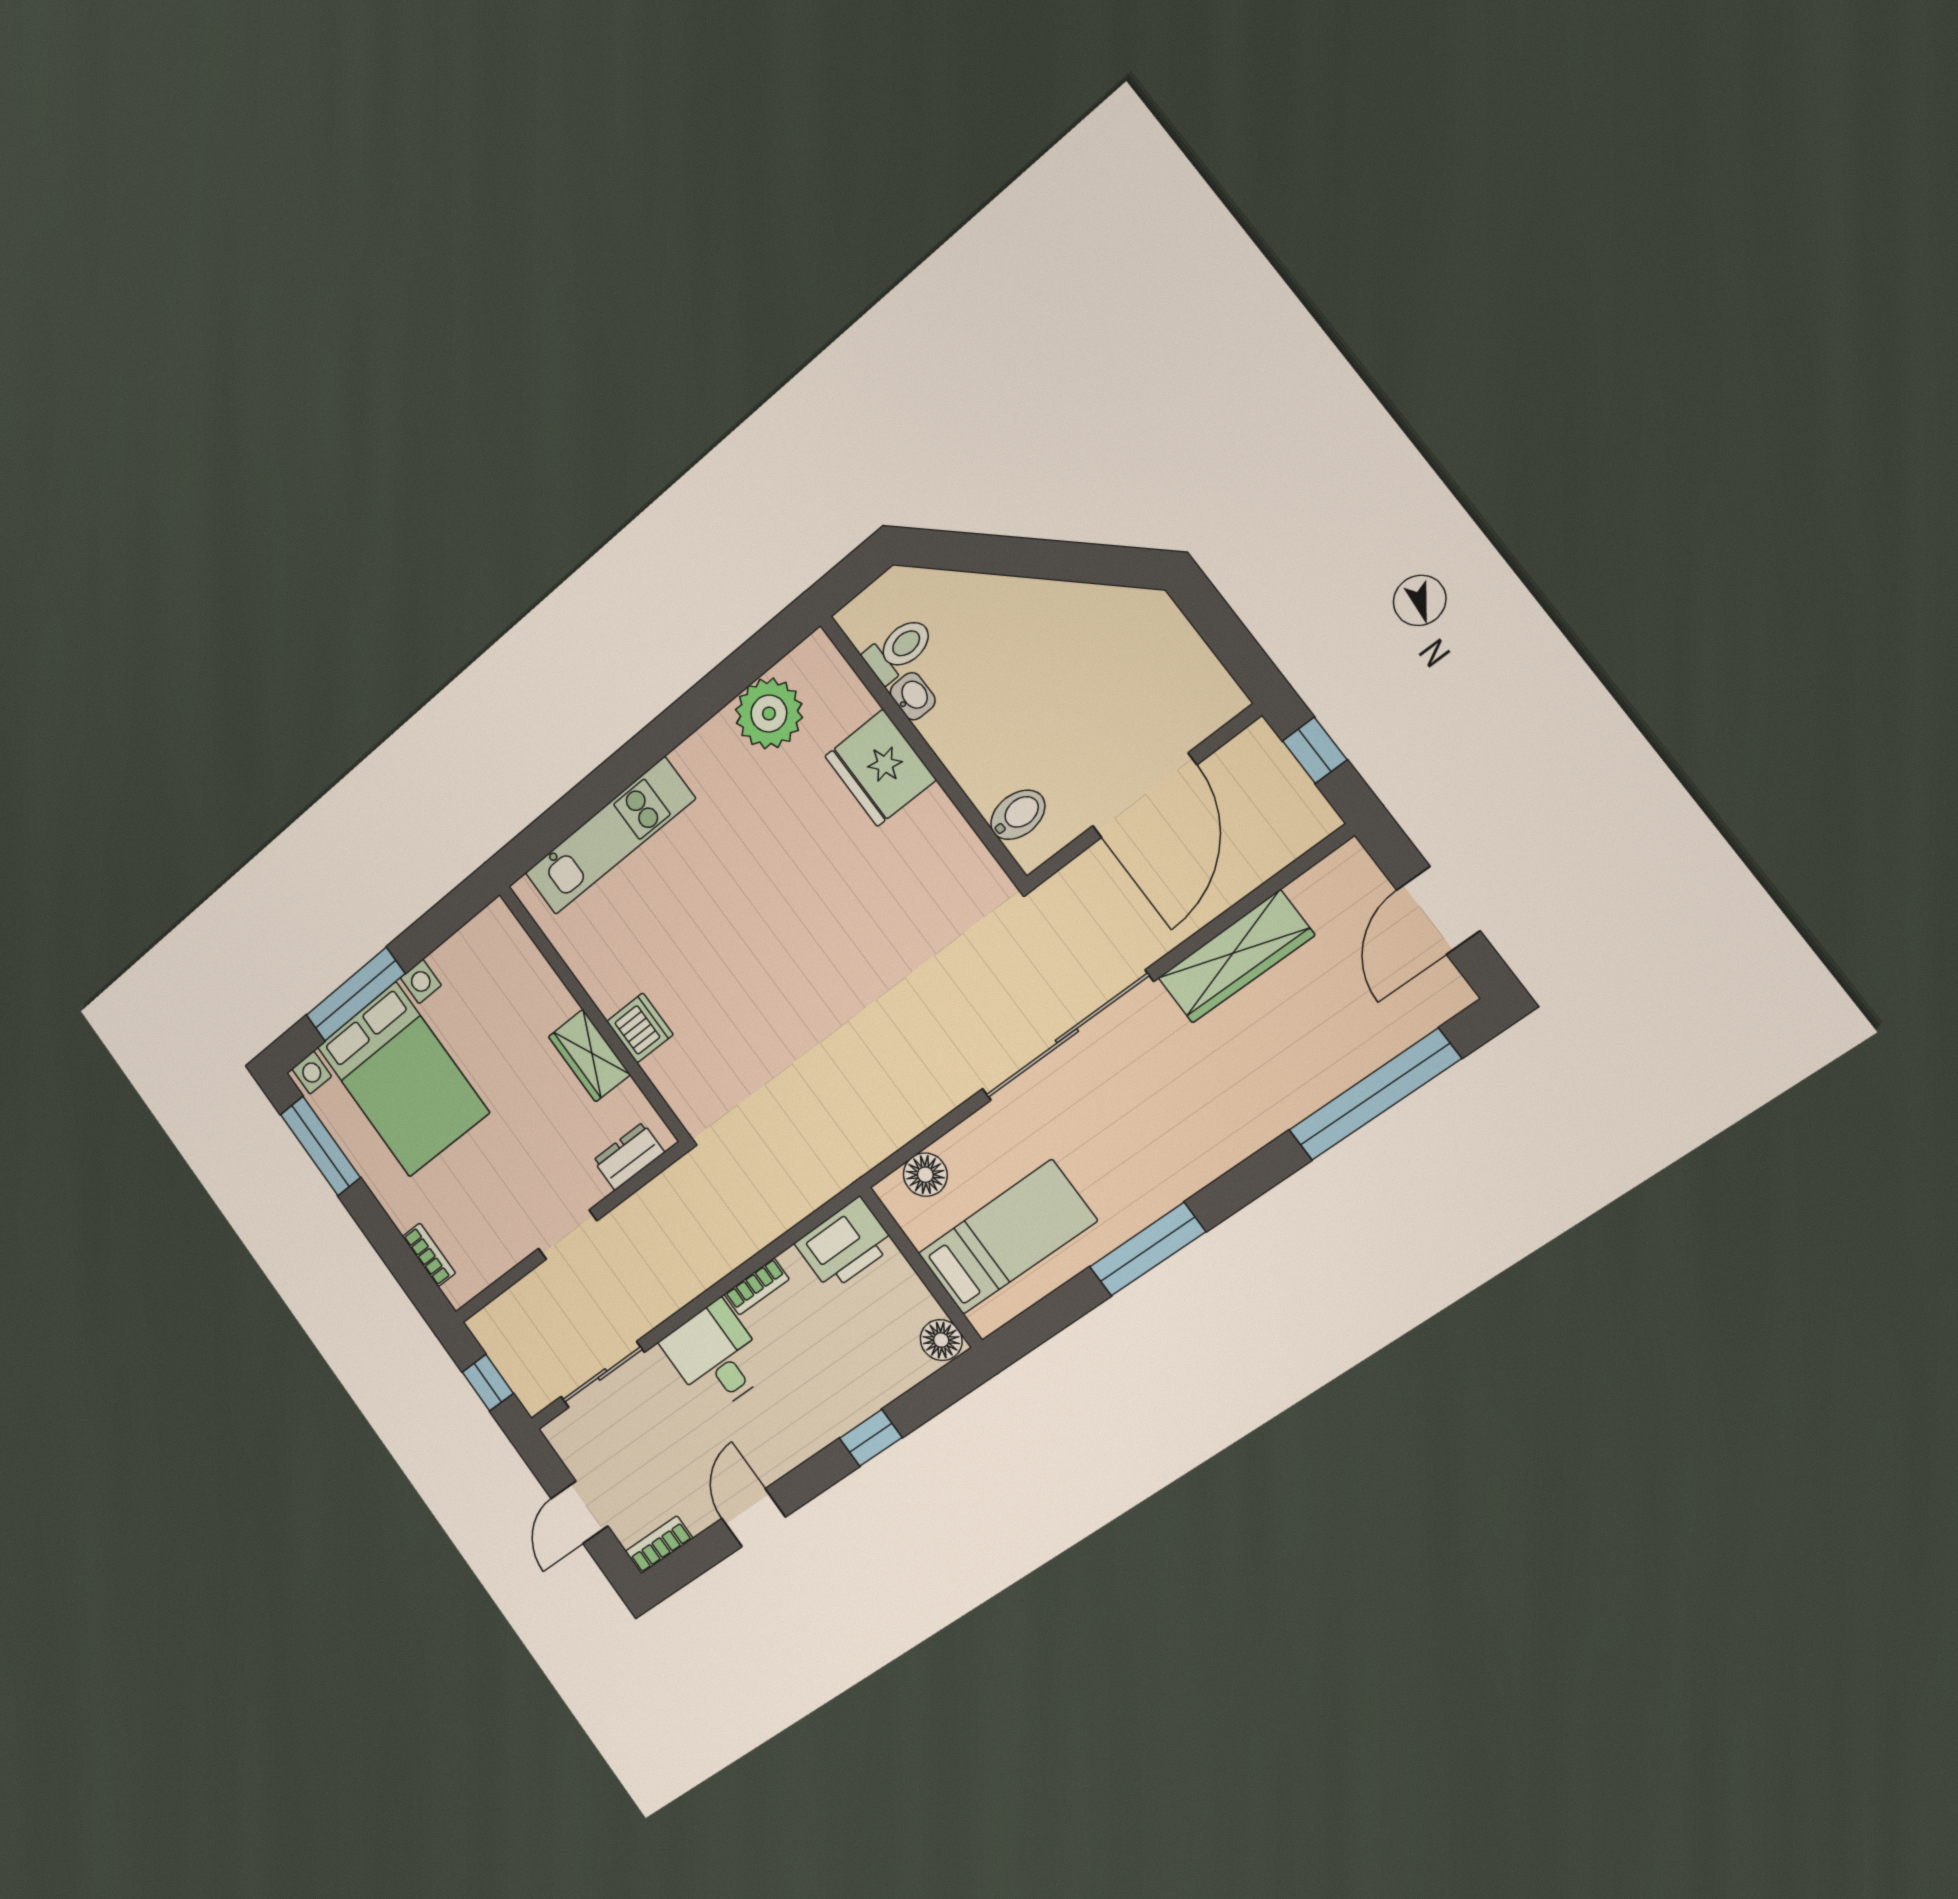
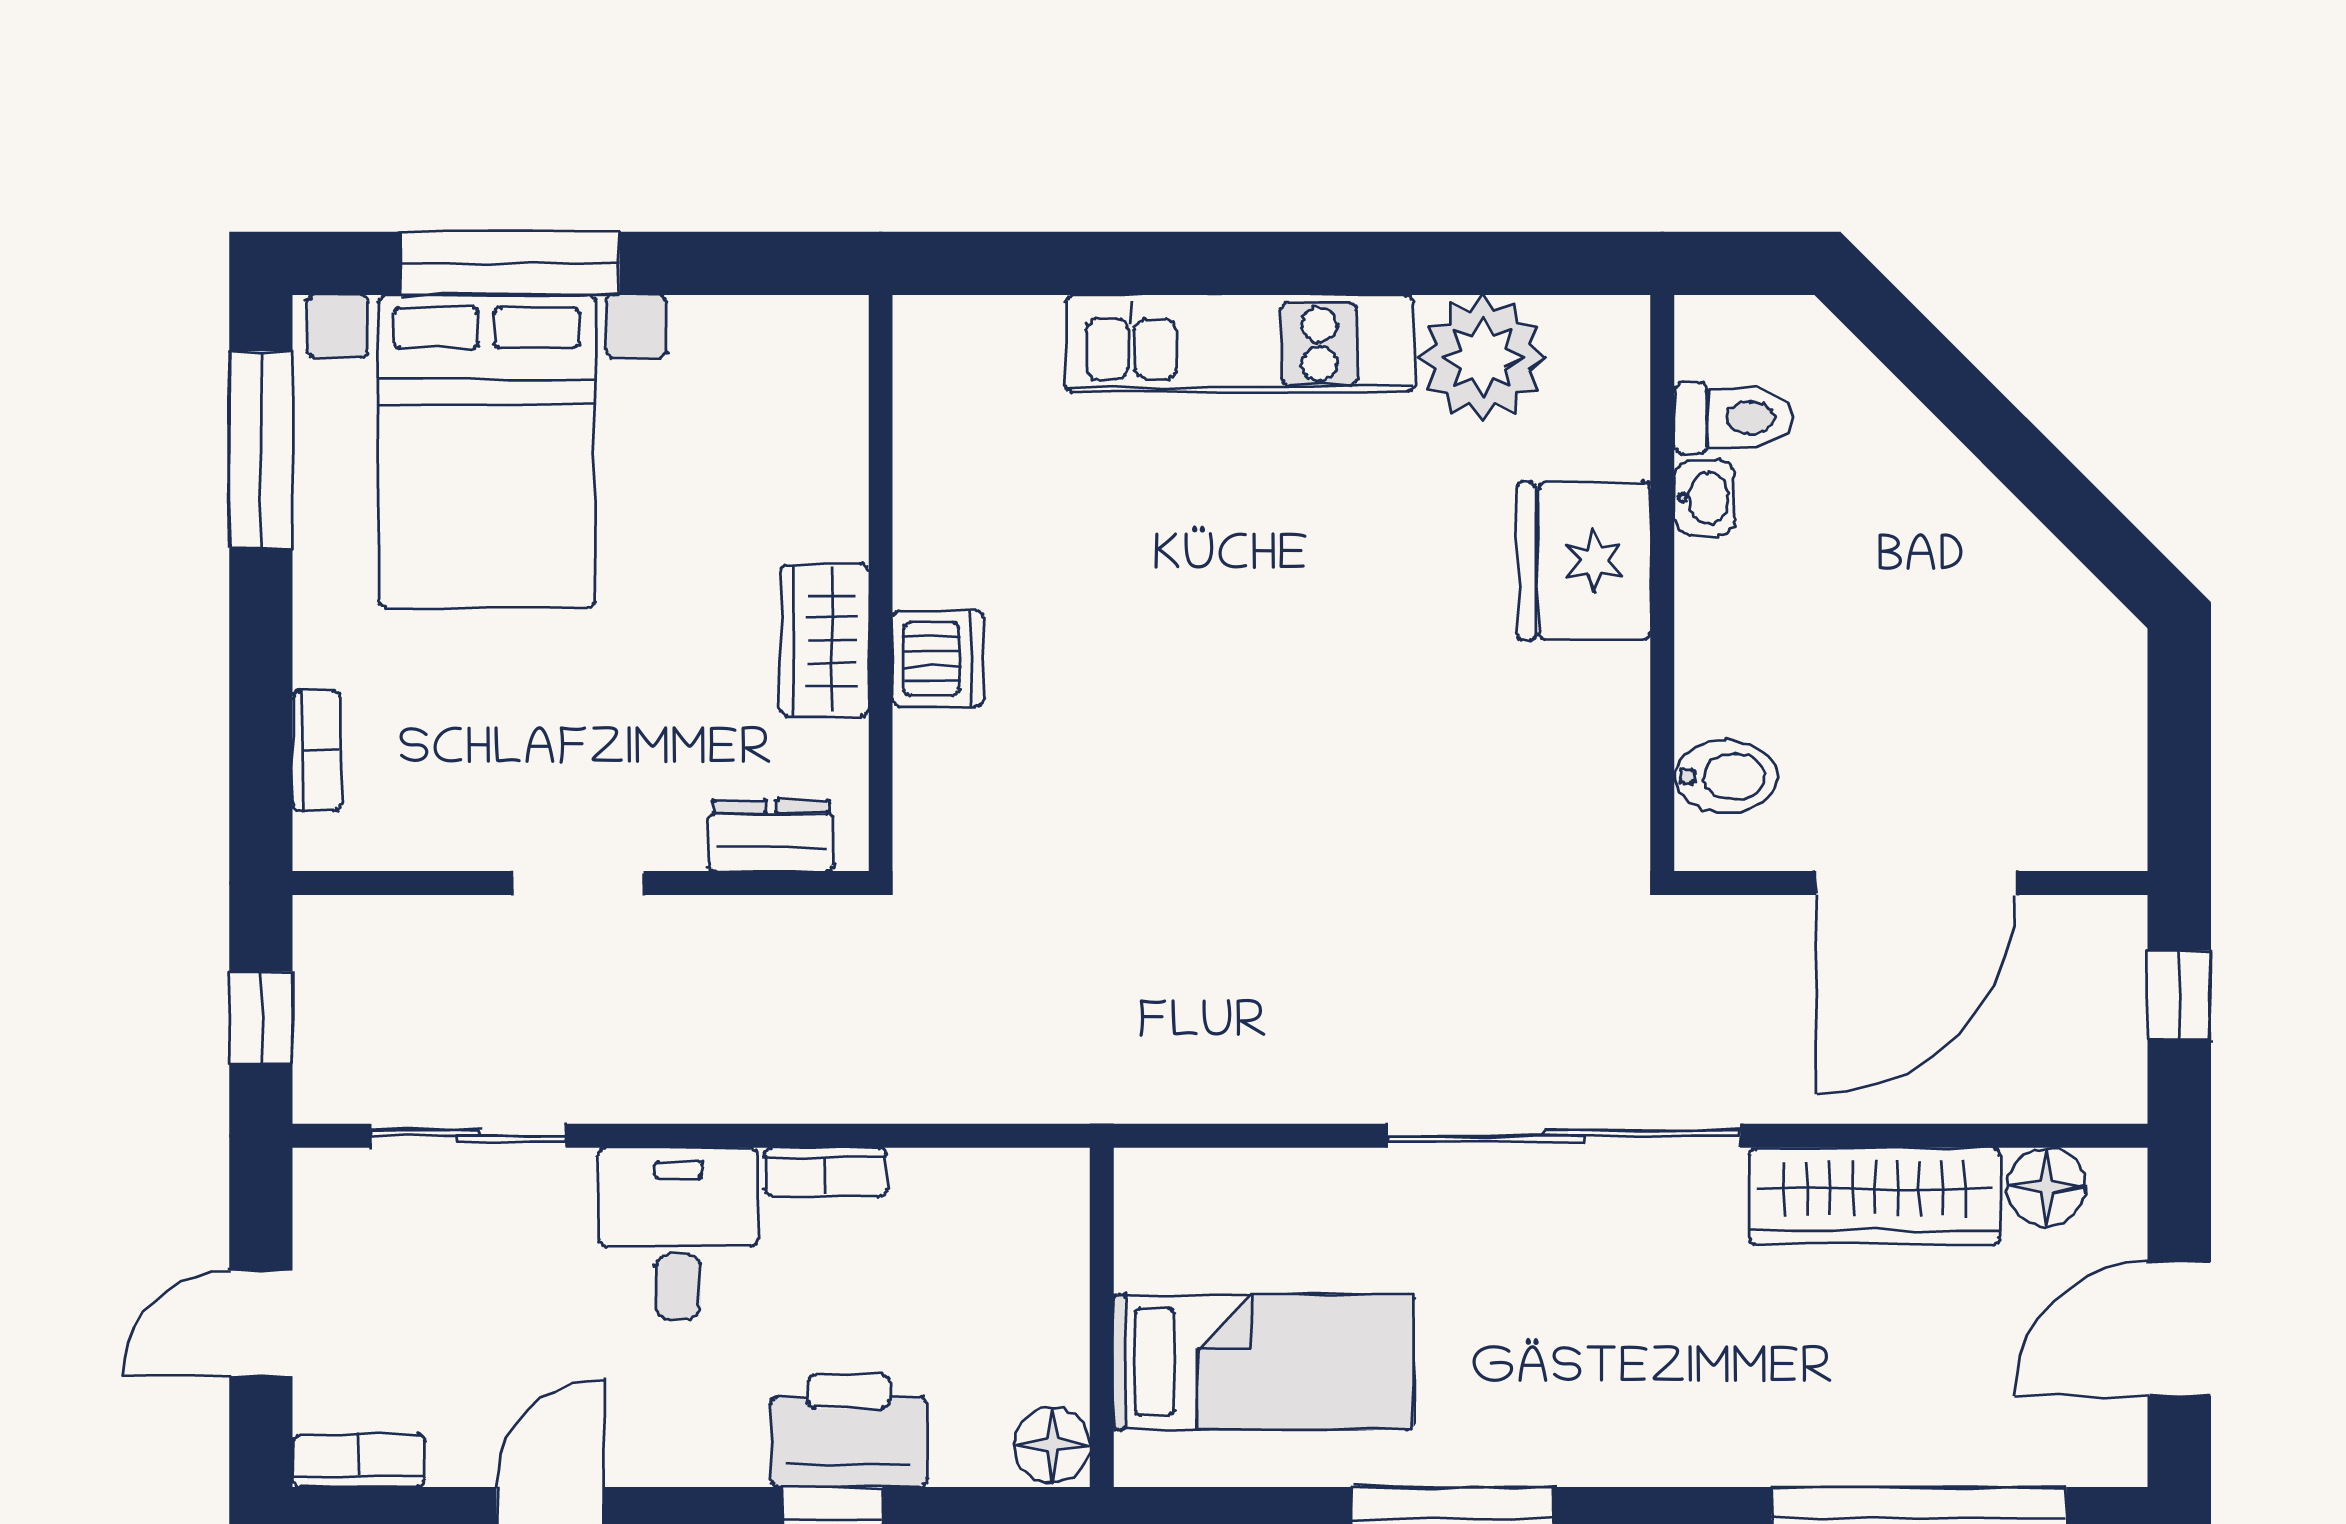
kitchen unit: (610, 836) -> (1239, 344), moved
floor lamp: (925, 1175) -> (2046, 1187), moved
printer: (845, 1244) -> (849, 1431), moved, turned 180

